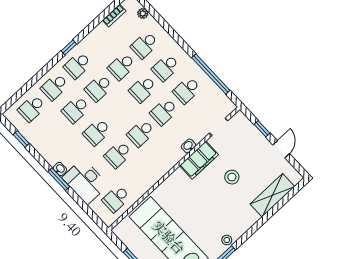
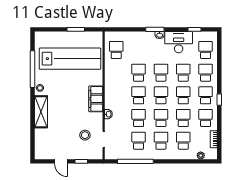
school desk: (100, 44) -> (206, 118), added
school desk: (120, 111) -> (161, 95), added
filing cabinet: (199, 160) -> (96, 99), moved
stool: (232, 177) -> (85, 135), moved
desk: (85, 181) -> (179, 42), moved
shelving: (272, 195) -> (41, 112), moved

